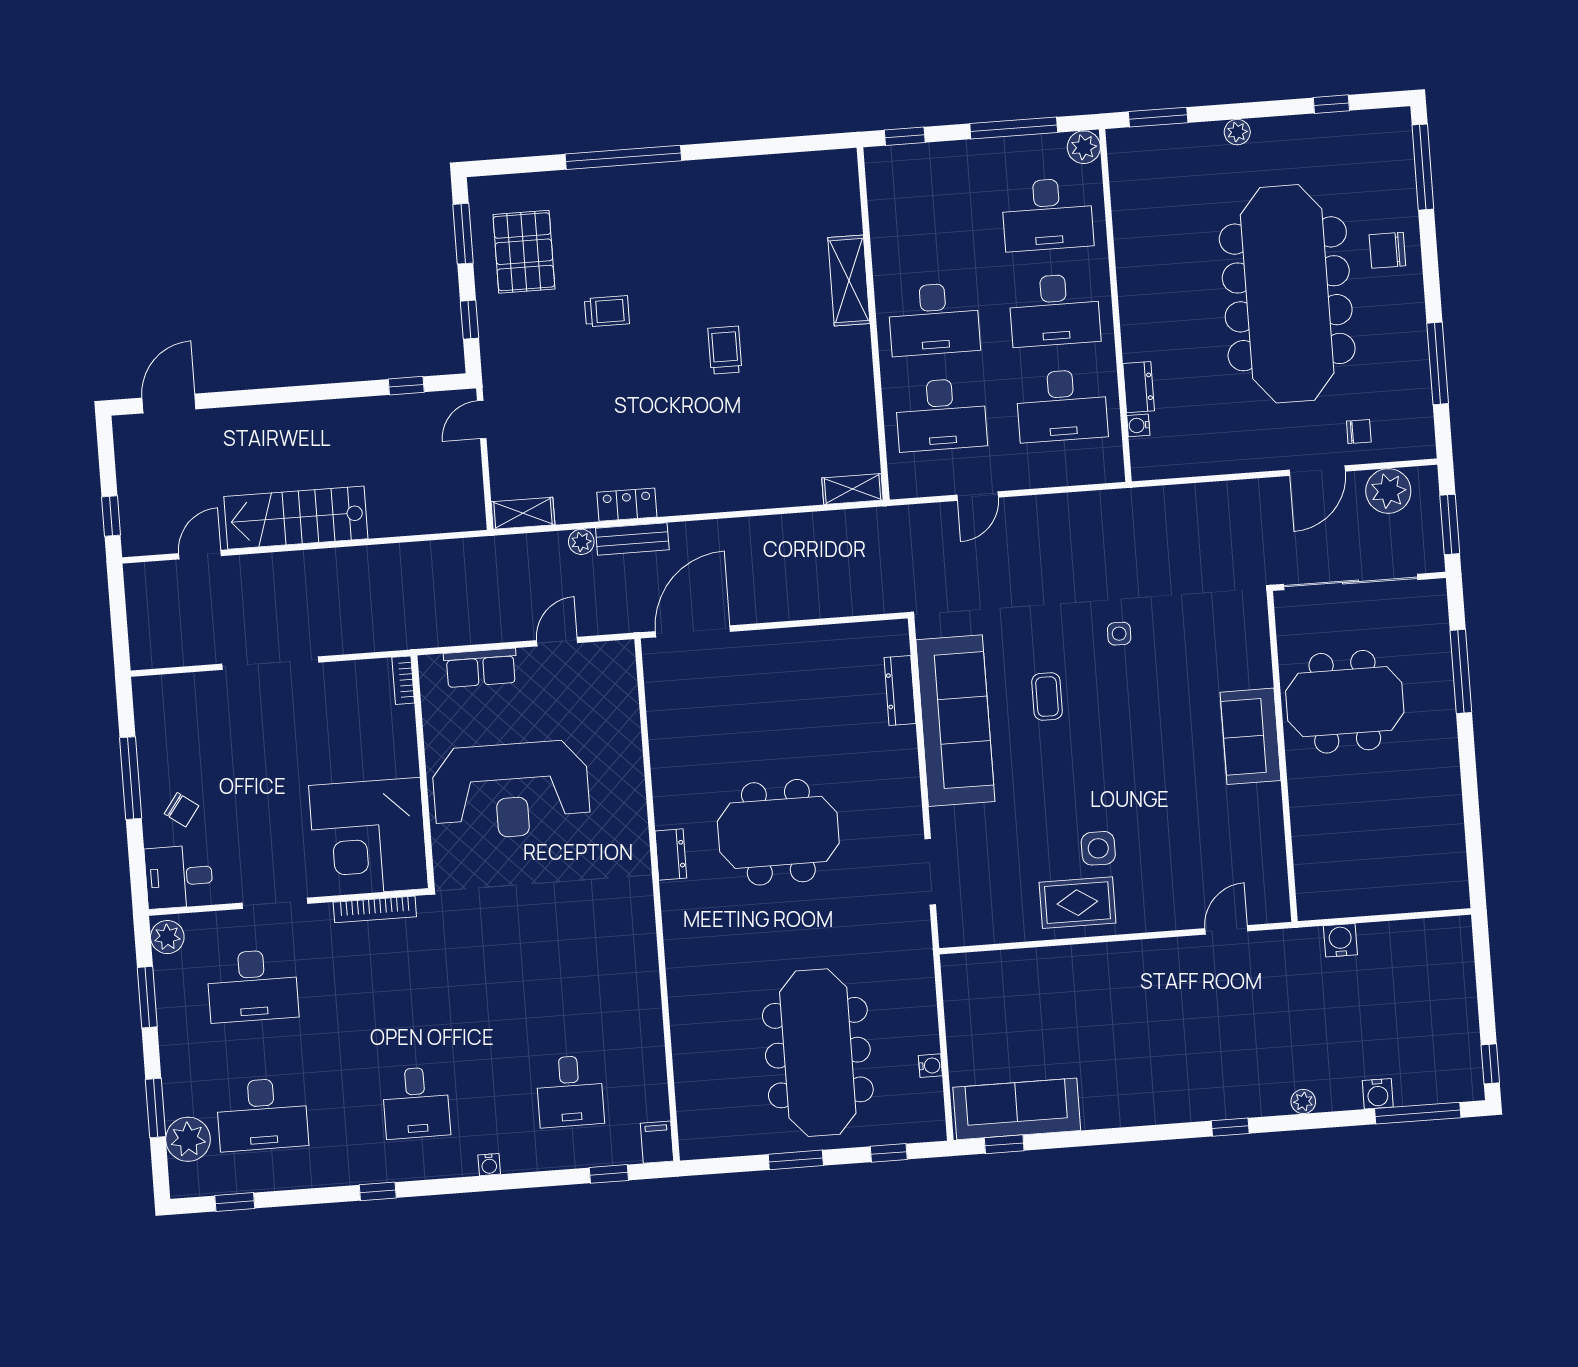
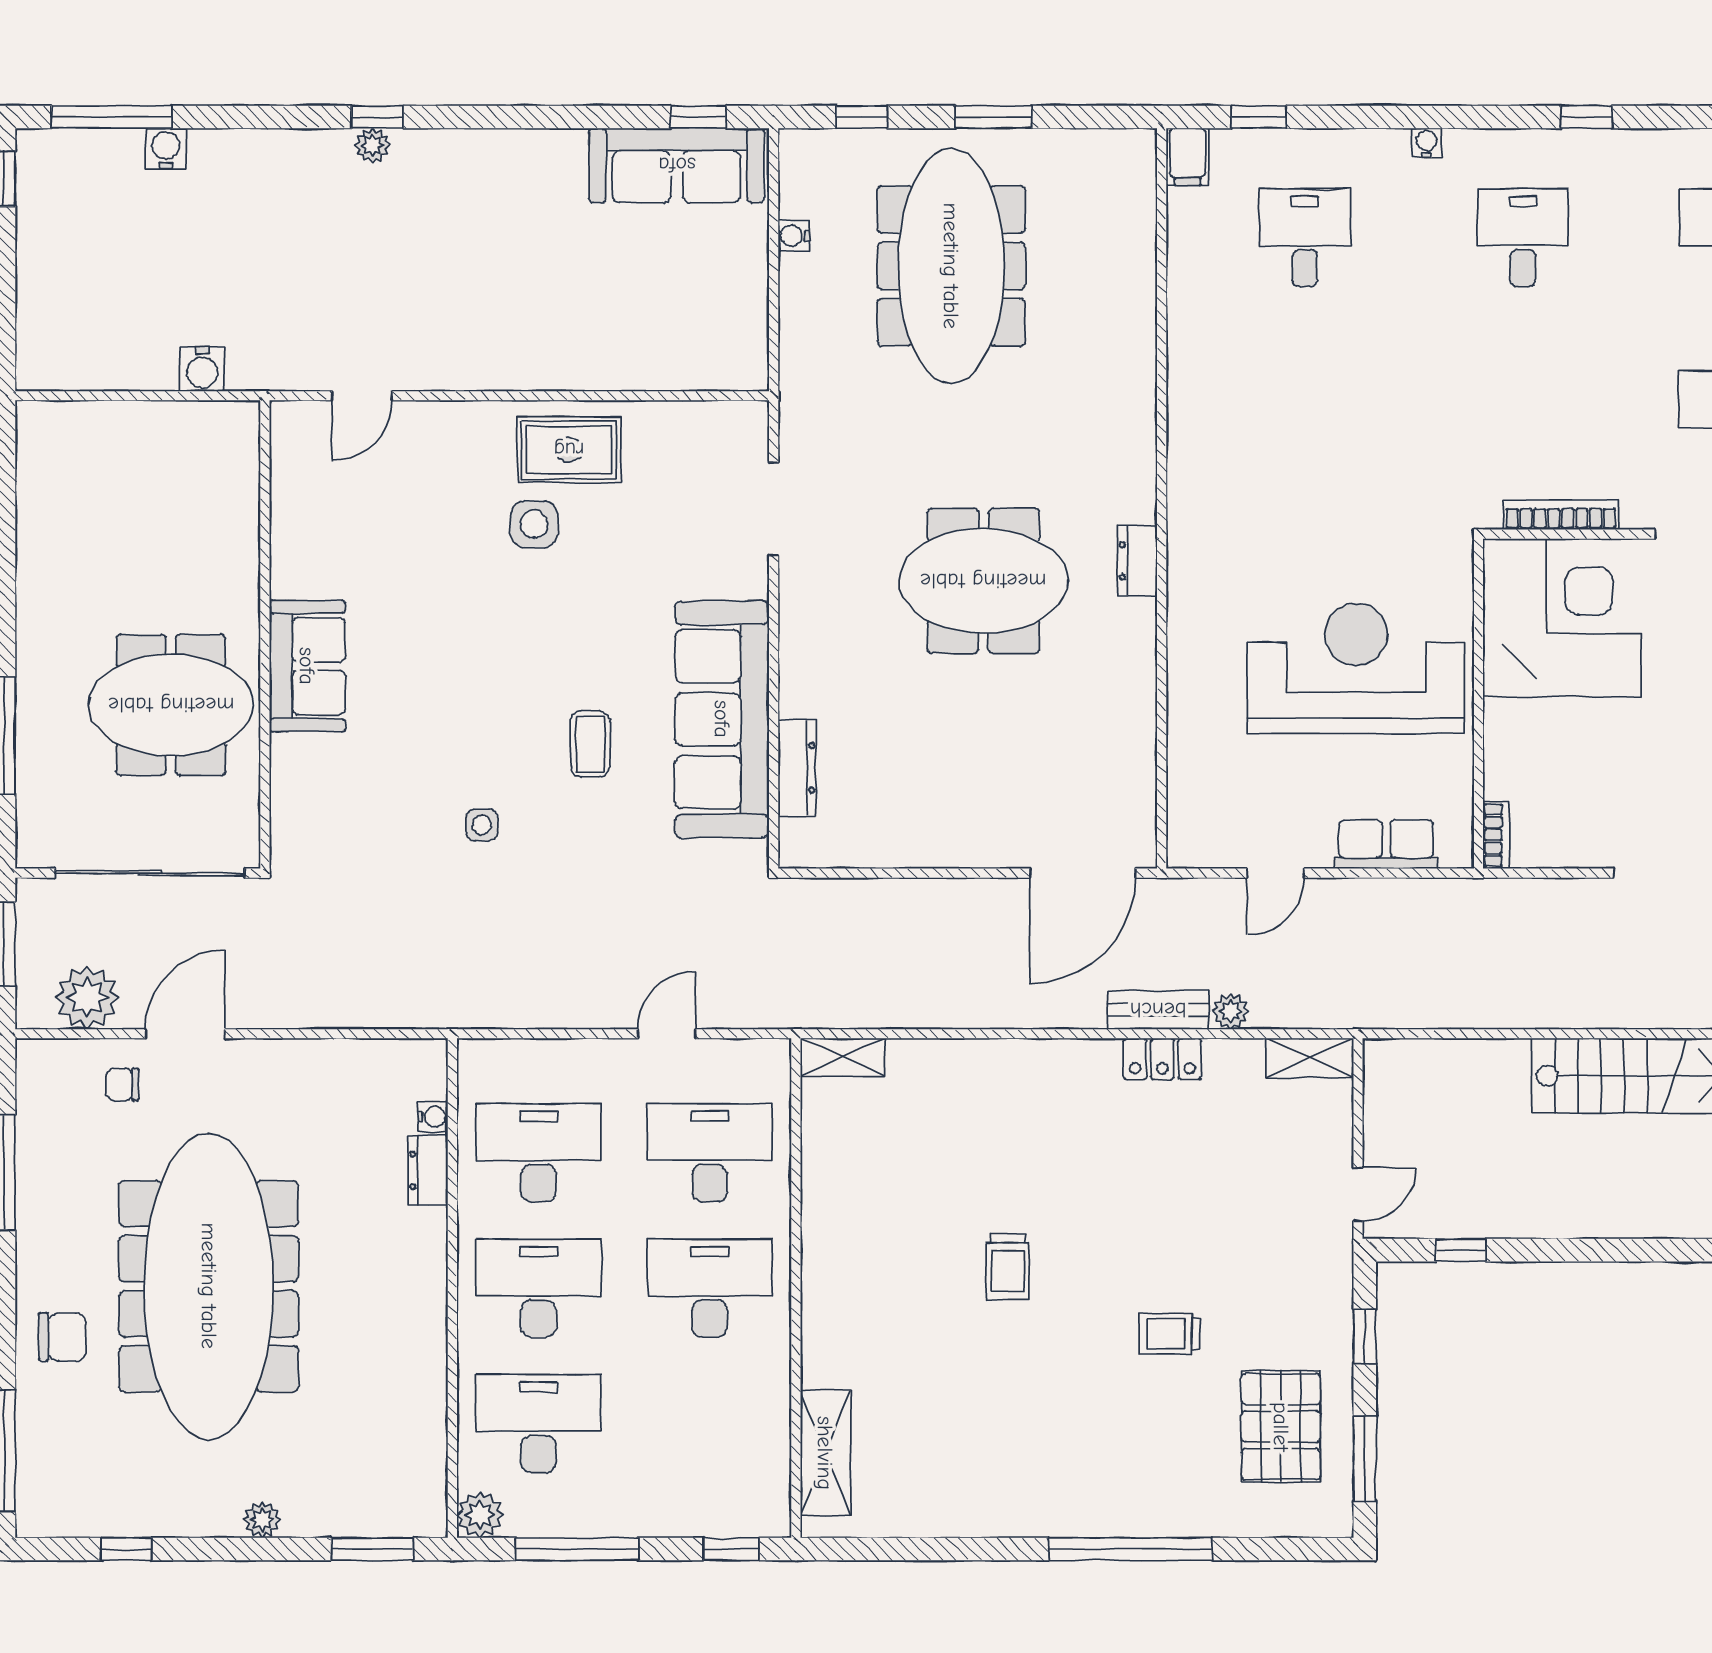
shelving: (849, 281) -> (825, 1453), moved
plant: (1303, 1102) -> (373, 145), moved

